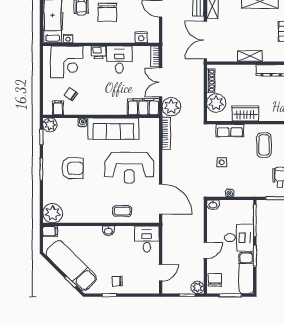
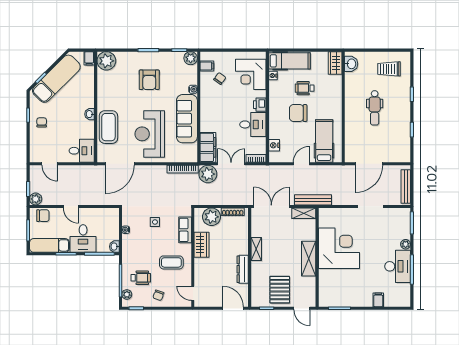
washbasin: (213, 205) -> (114, 247), moved
coffee table: (122, 211) -> (108, 127), width x1.86, depth x1.72

